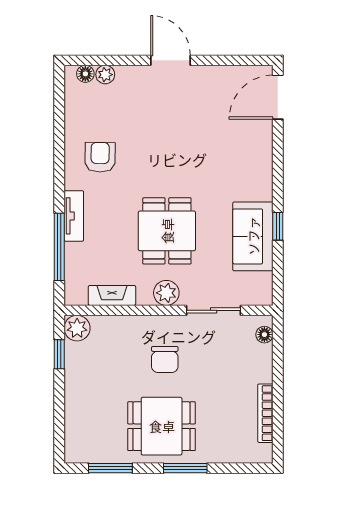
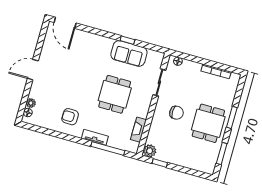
dining table: (167, 231) -> (115, 94), turned 90
plant: (166, 293) -> (145, 103), removed

